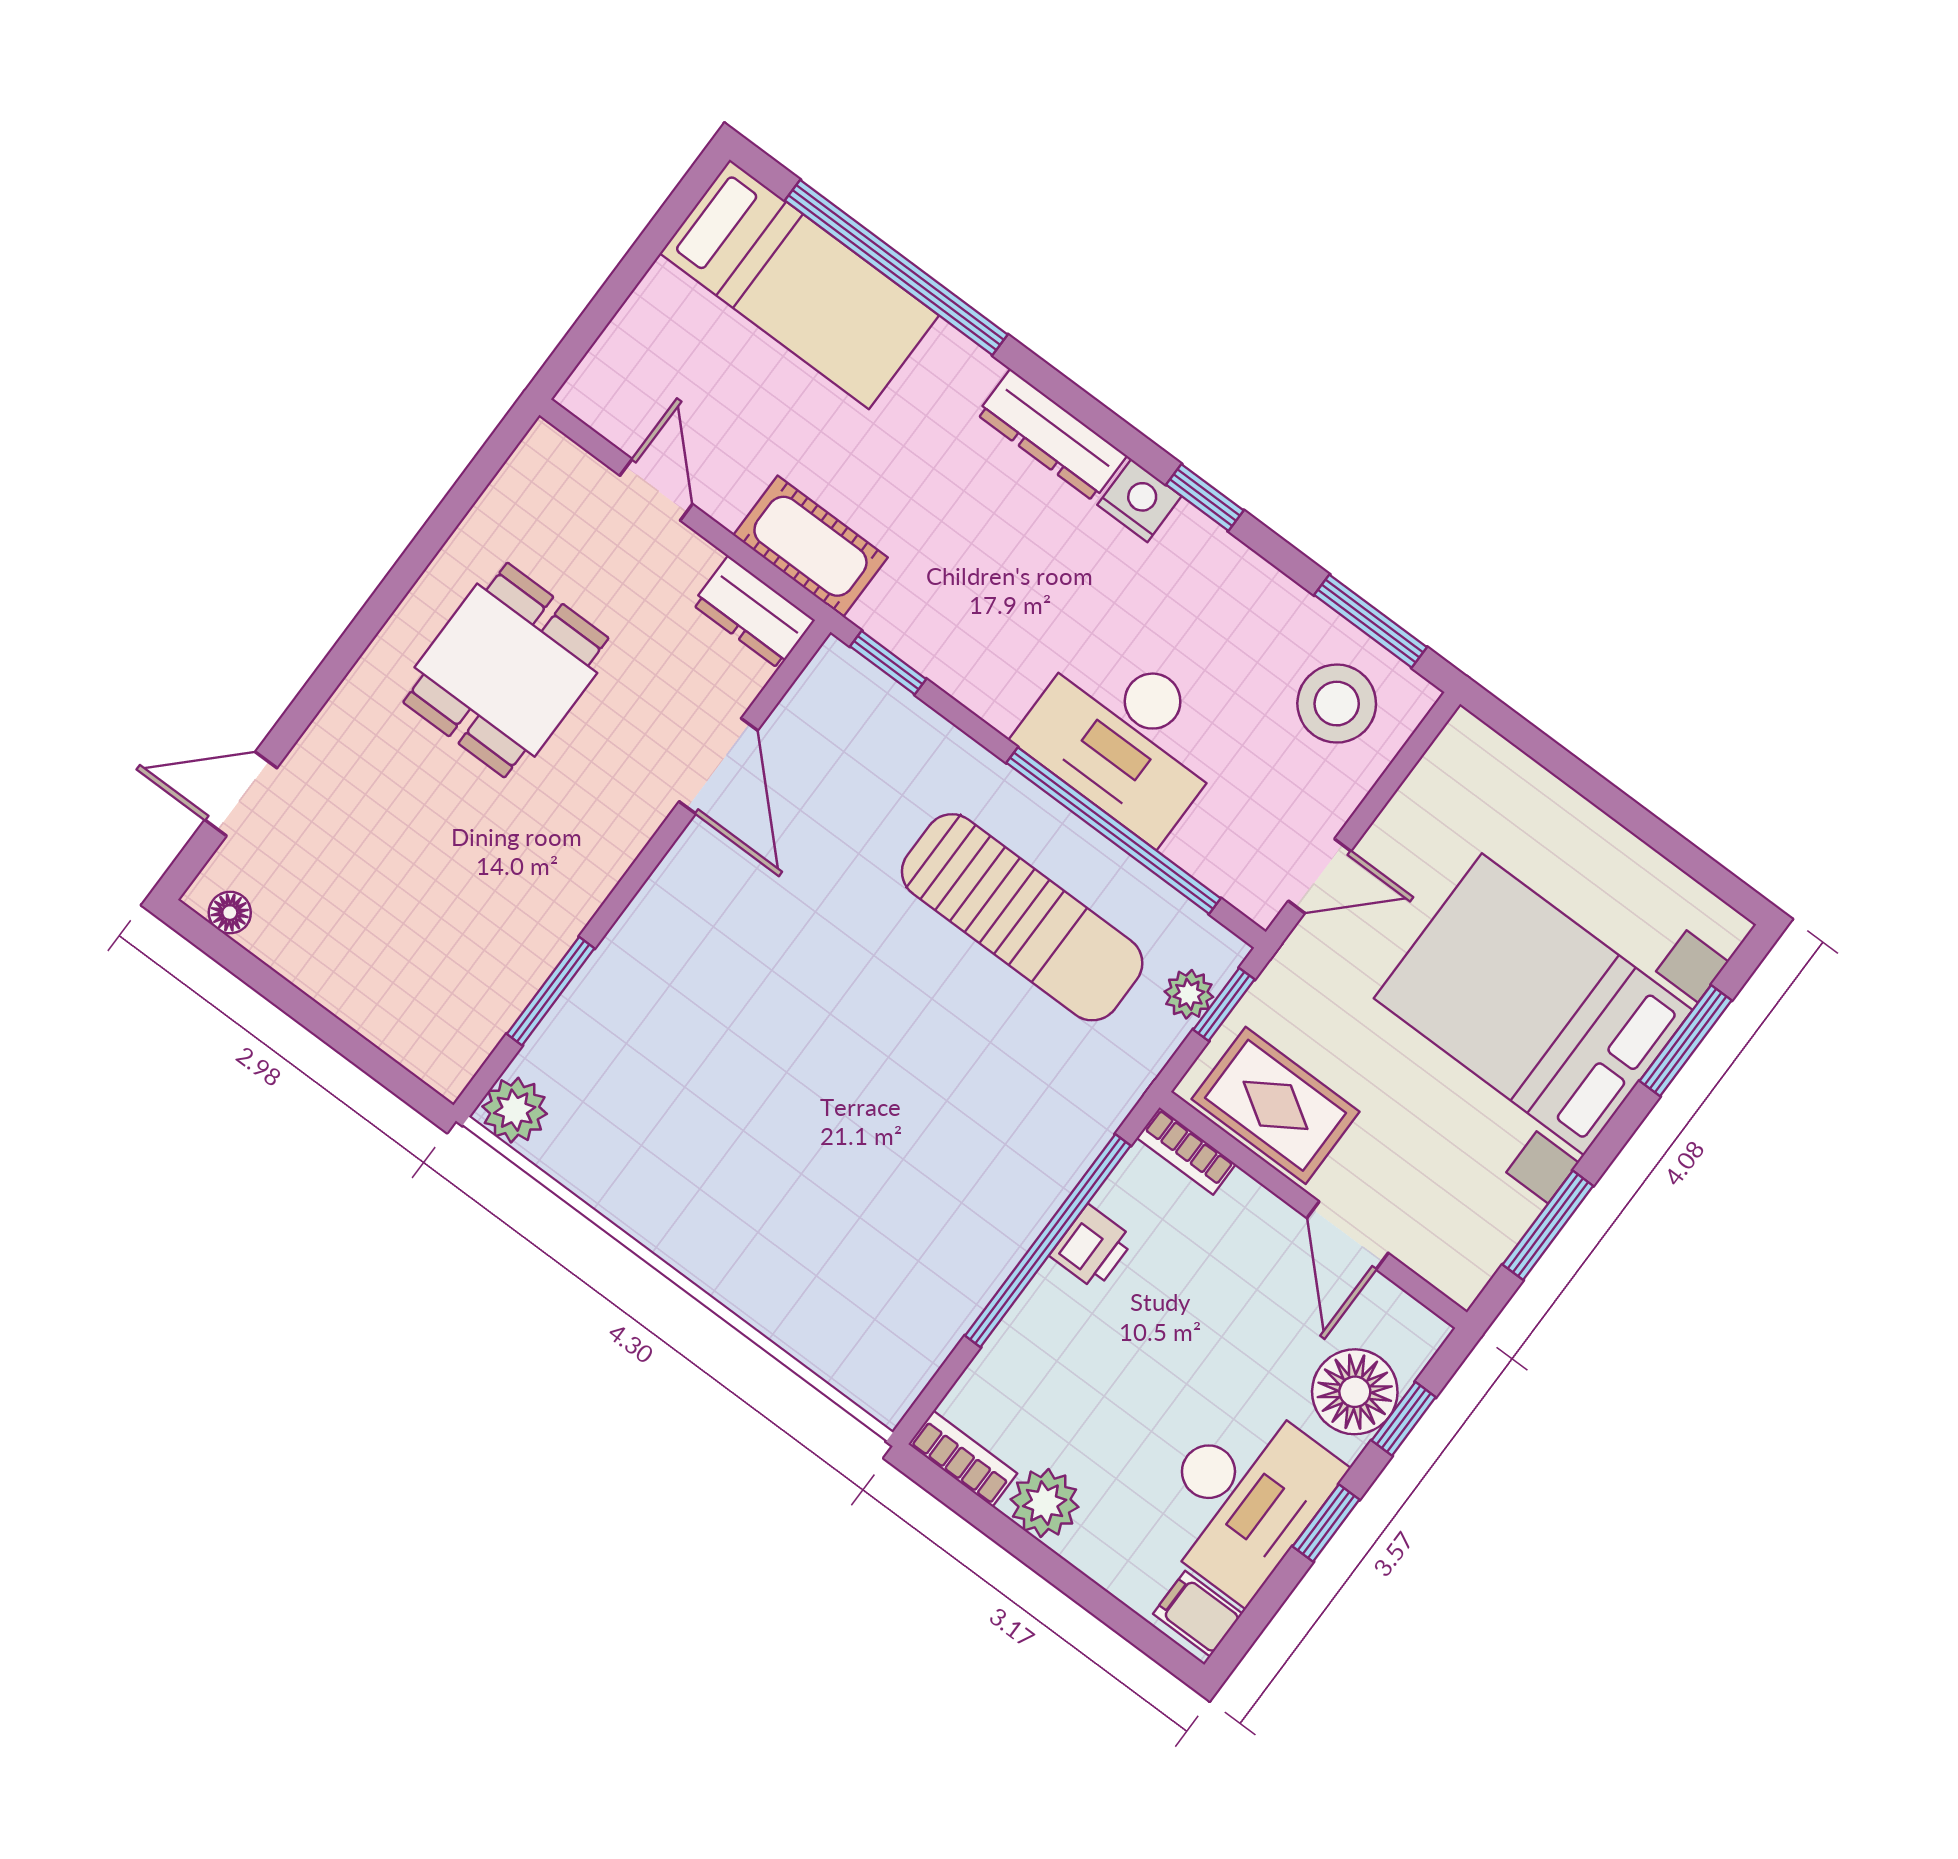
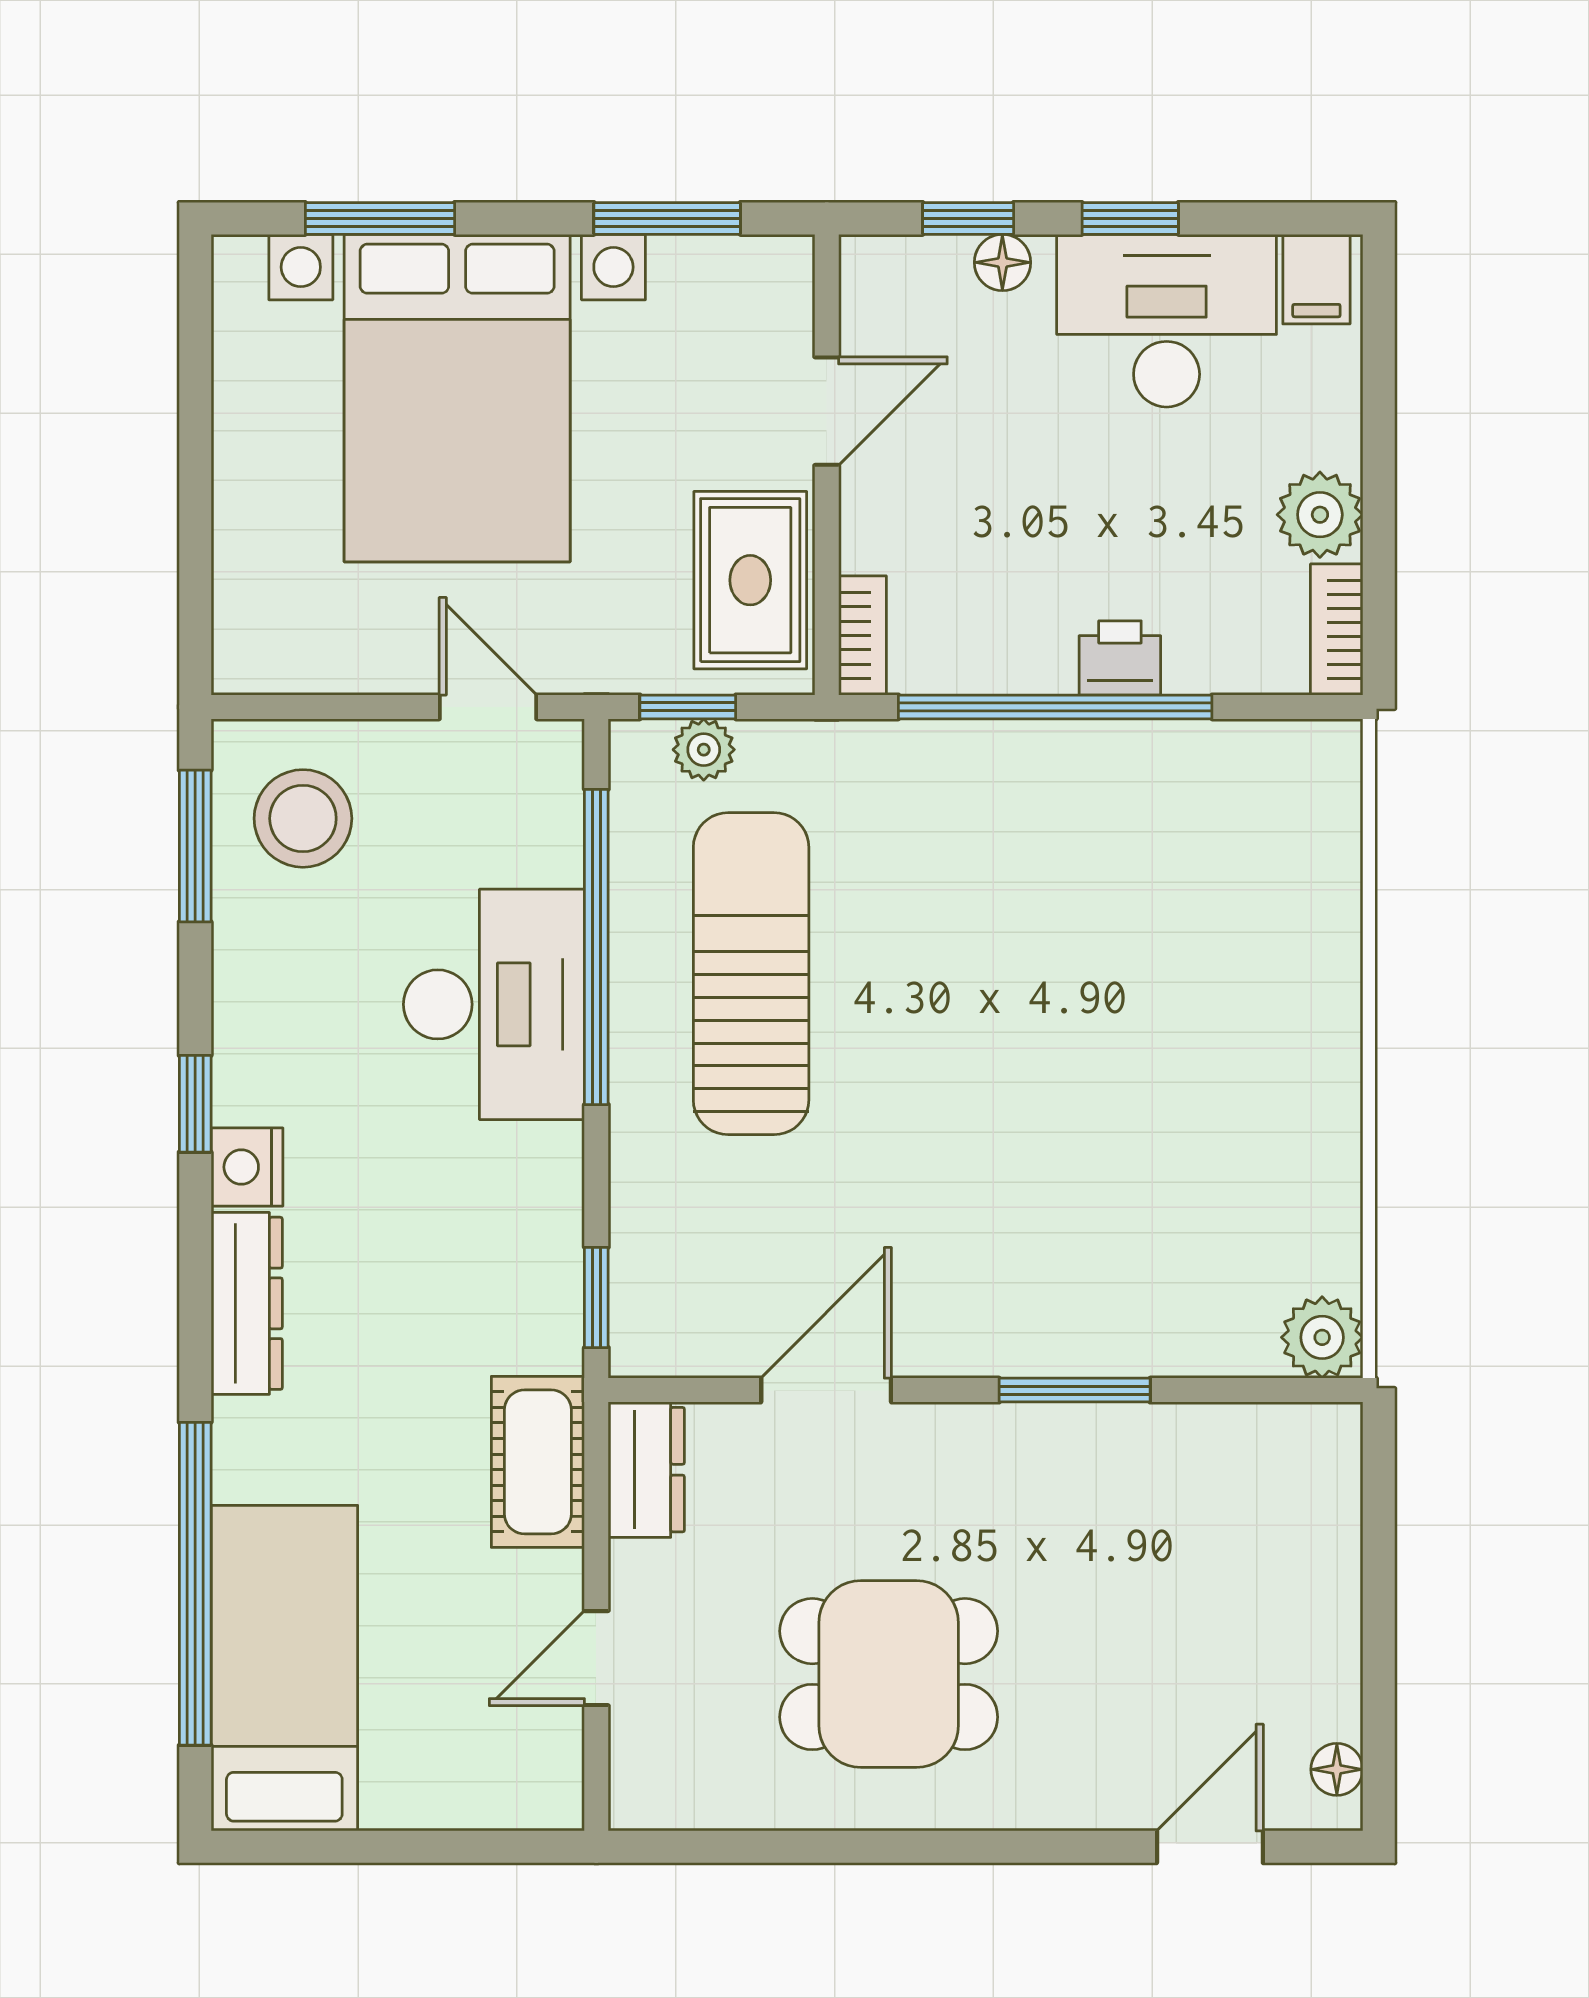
door: (241, 794) -> (1210, 1847), swing flipped
window: (551, 991) -> (1075, 1390), moved
printer: (1092, 1247) -> (1120, 658), moved
floor lamp: (1355, 1392) -> (1002, 262), width x0.53, depth x0.53

